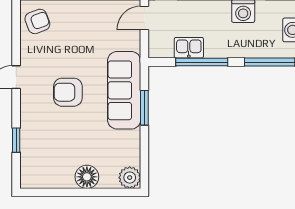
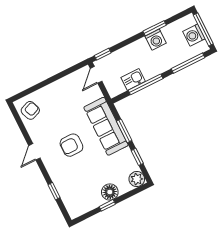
window: (144, 150) -> (137, 157), added
window: (75, 192) -> (107, 205), added

